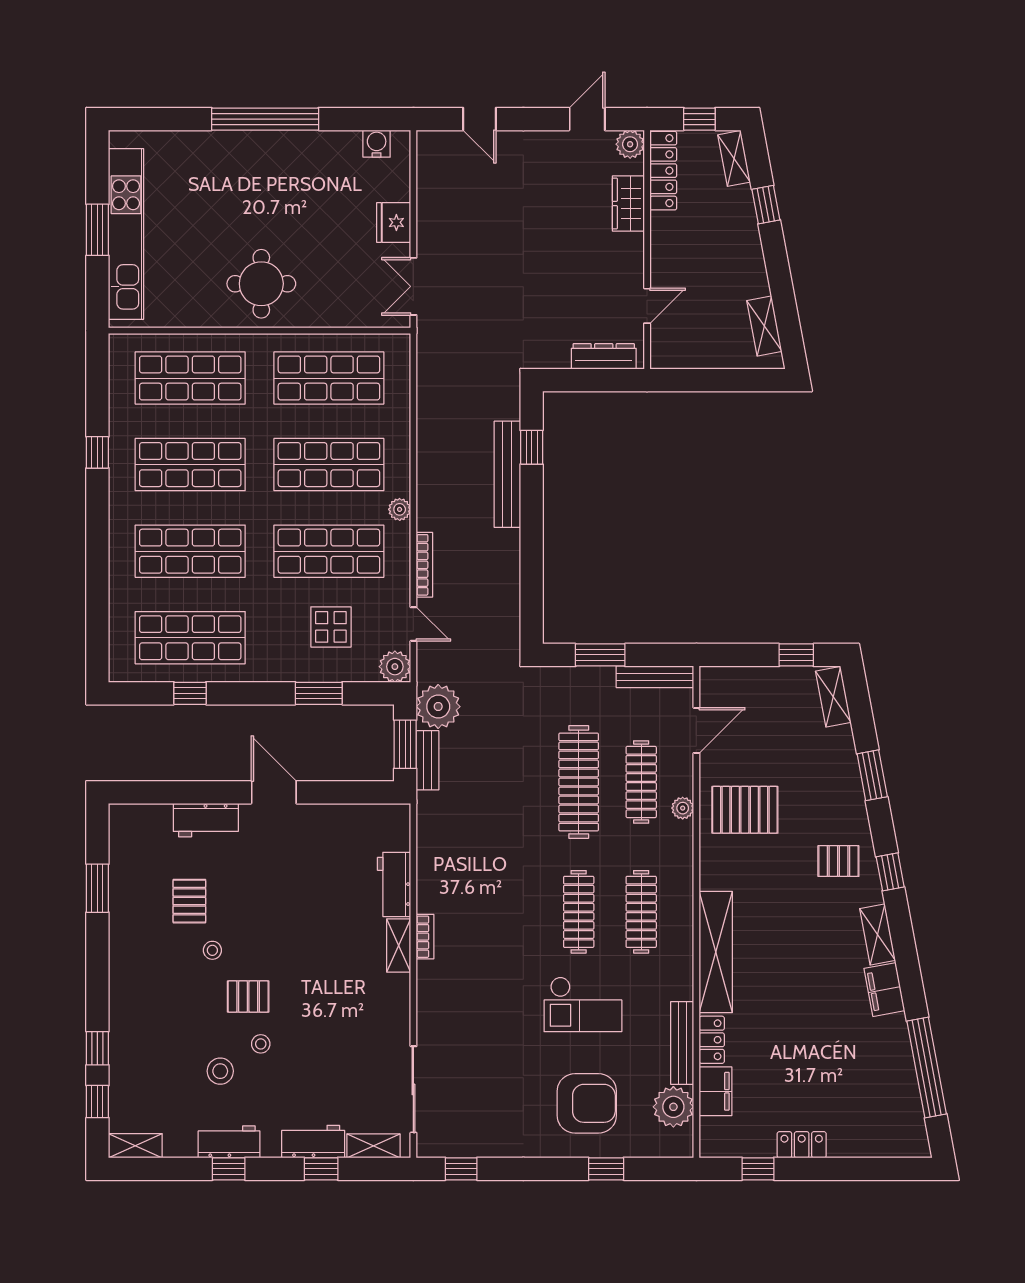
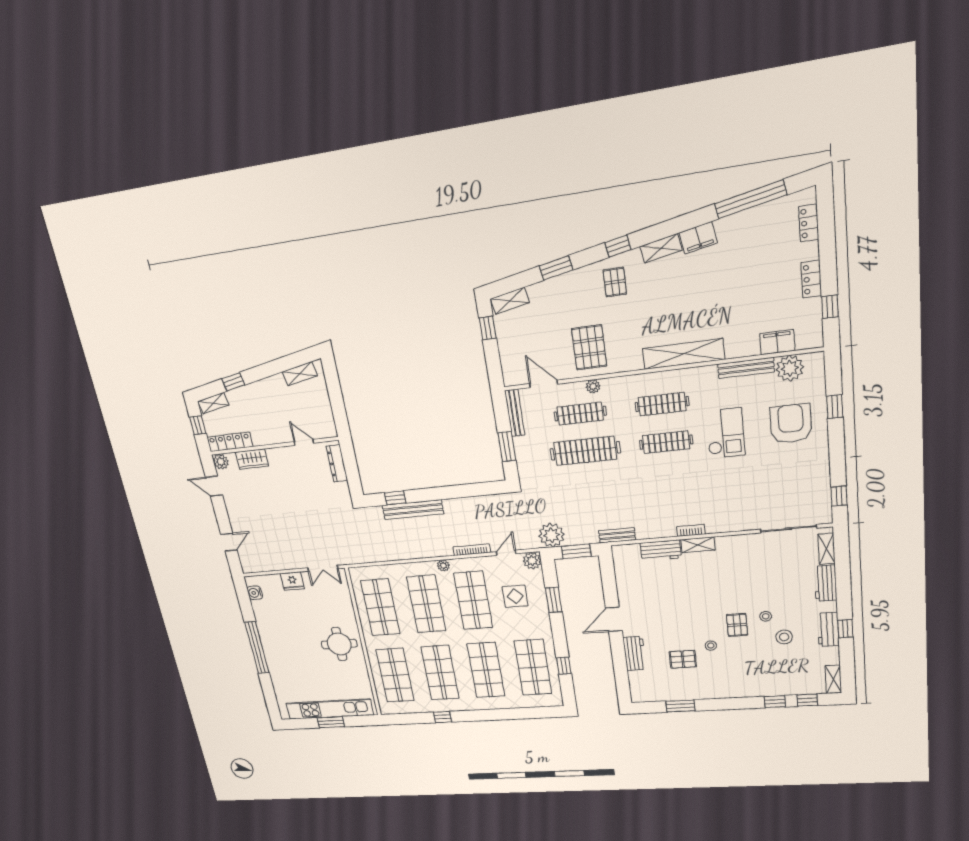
bench: (427, 760) -> (617, 535), moved
locker: (712, 1040) -> (809, 223), moved, turned -90
window: (321, 1169) -> (843, 577), removed

